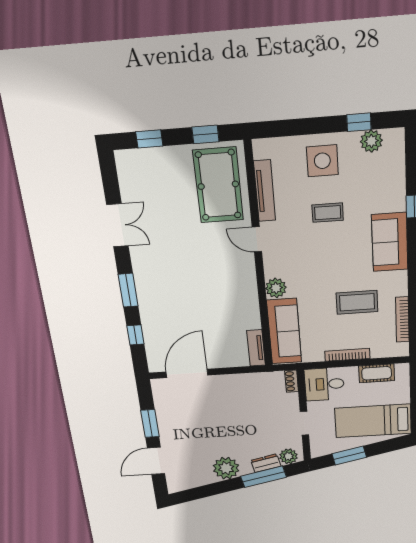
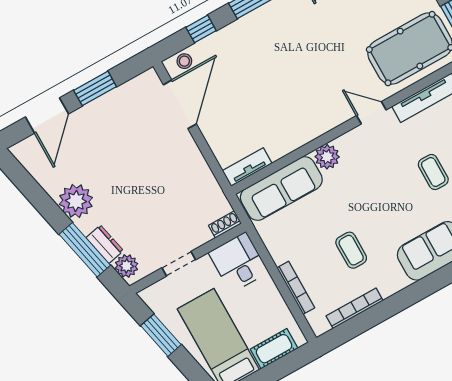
door: (257, 239) -> (371, 113), hinge flipped
coffee table: (357, 302) -> (351, 250), width x0.73, depth x0.77
bookcase: (347, 355) -> (296, 288), moved
stool: (155, 357) -> (184, 61), added
door: (187, 373) -> (180, 104), hinge flipped
cot: (377, 373) -> (274, 349), moved, turned 90
door: (156, 461) -> (47, 115), swing flipped

